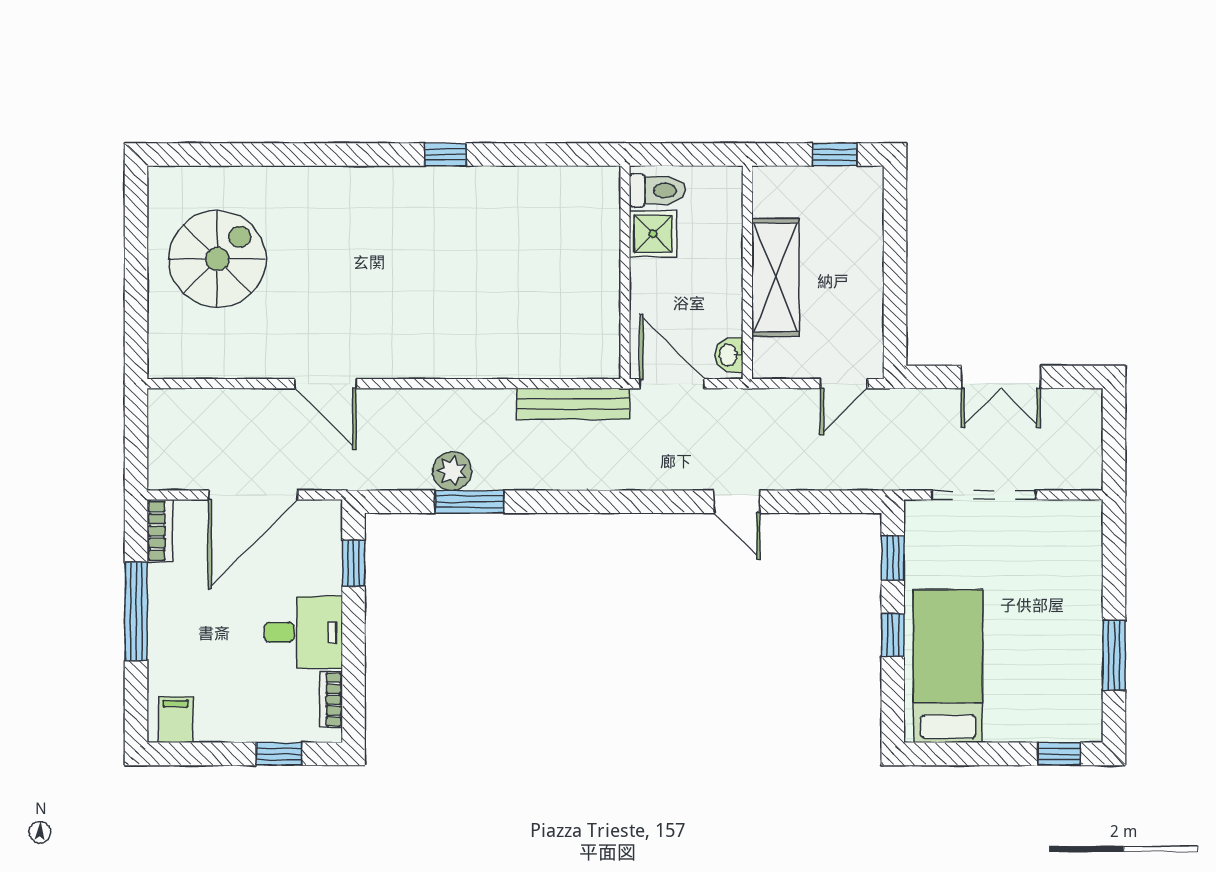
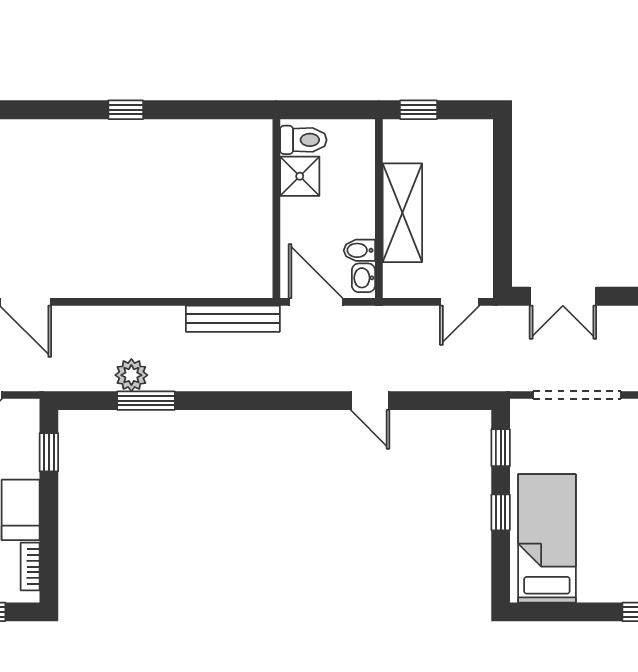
window: (835, 154) -> (418, 110), moved
bidet: (724, 322) -> (359, 250), added
double door: (1001, 377) -> (563, 296), moved

